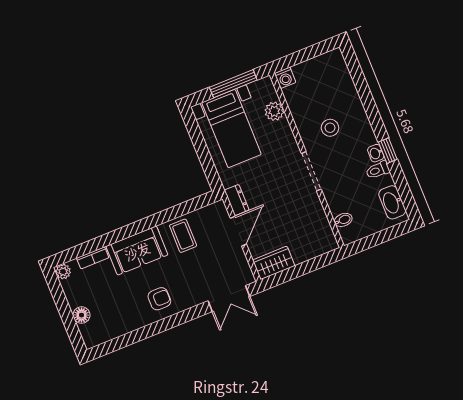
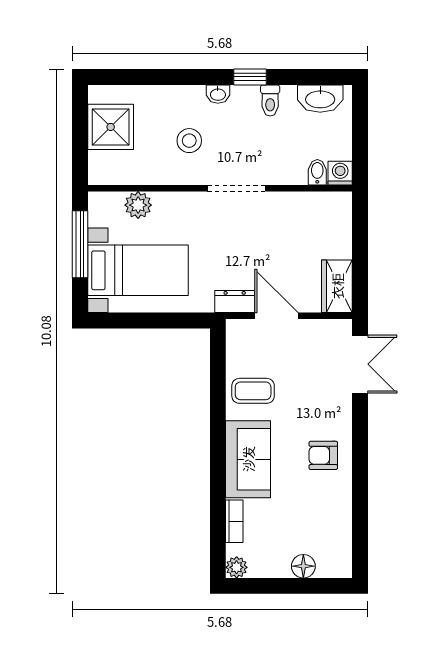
shower: (318, 73) -> (111, 127), added
washing machine: (285, 78) -> (340, 173), moved, turned -90
washbasin: (376, 153) -> (218, 94), moved
armchair: (159, 299) -> (323, 455), turned -90

